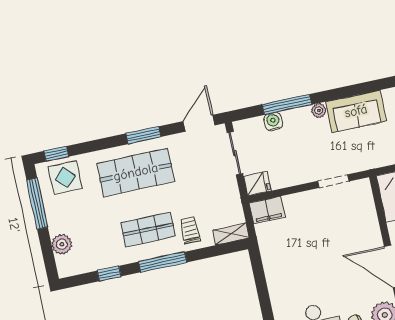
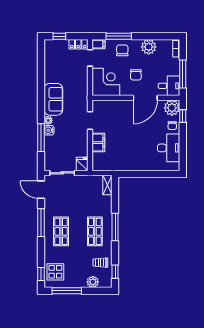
water cooler: (273, 122) -> (49, 130), moved
window: (143, 135) -> (41, 223), width x1.44
shop shelf: (136, 172) -> (61, 231), width x0.70, depth x0.74
filing cabinet: (267, 210) -> (98, 143), moved
trolley: (190, 230) -> (100, 263), moved
window: (109, 274) -> (115, 272), moved

